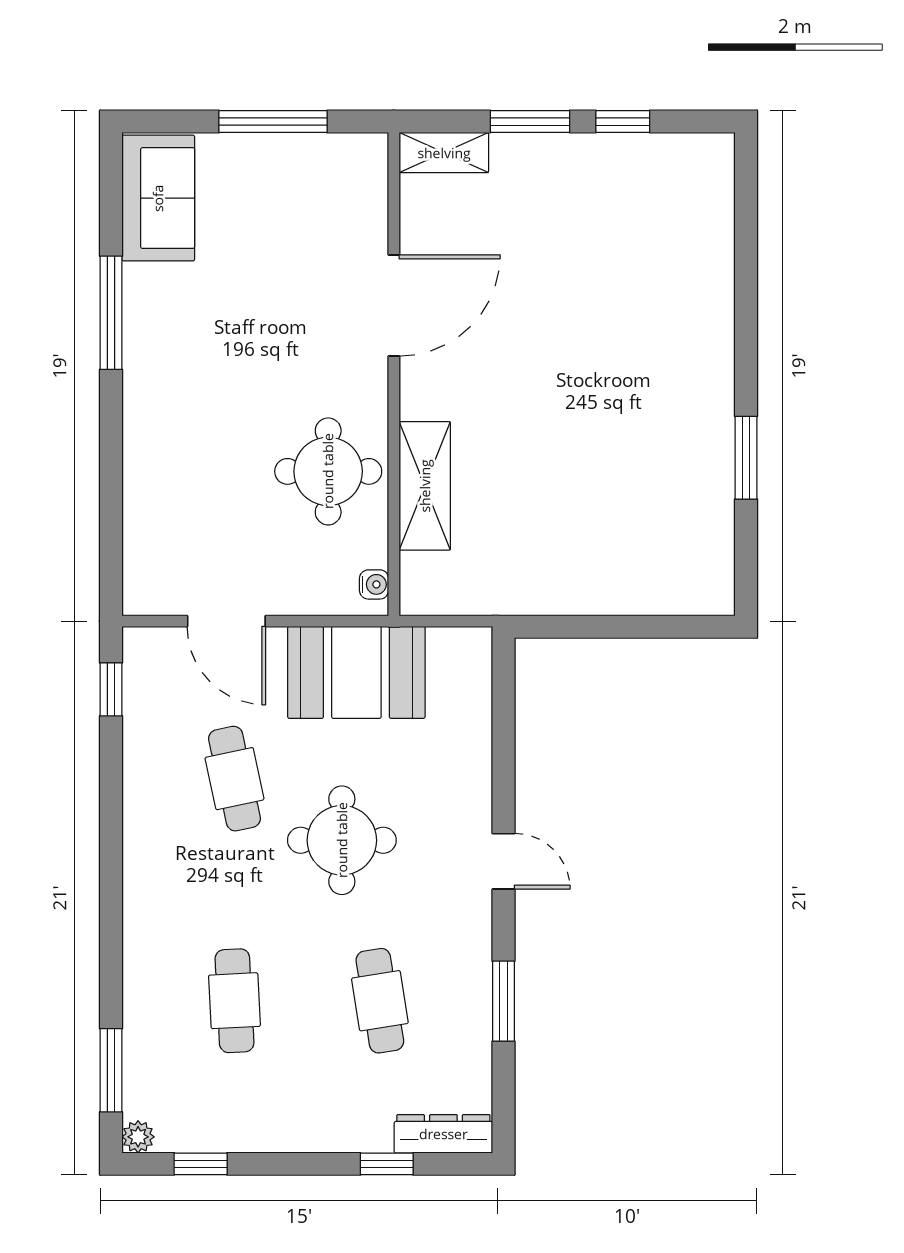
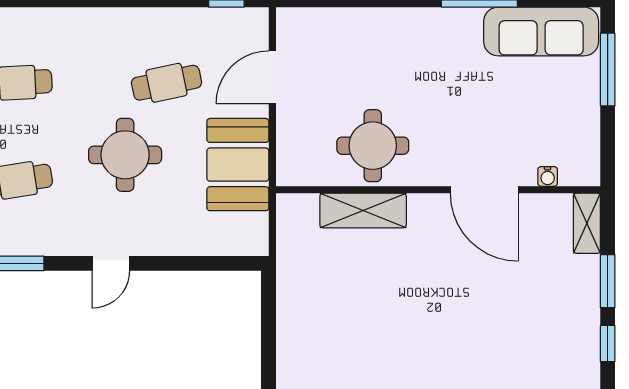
window: (273, 122) -> (608, 70), moved
sofa: (158, 198) -> (541, 31), width x1.36
water cooler: (374, 584) -> (548, 176), moved

